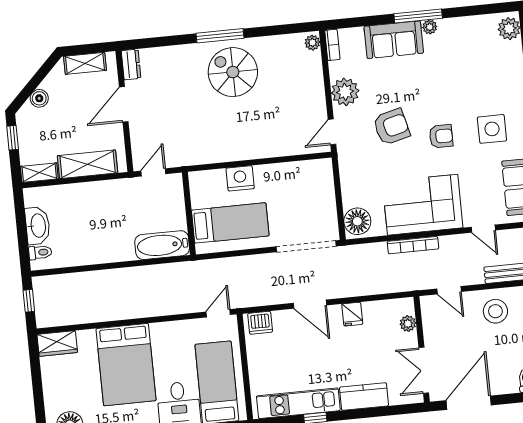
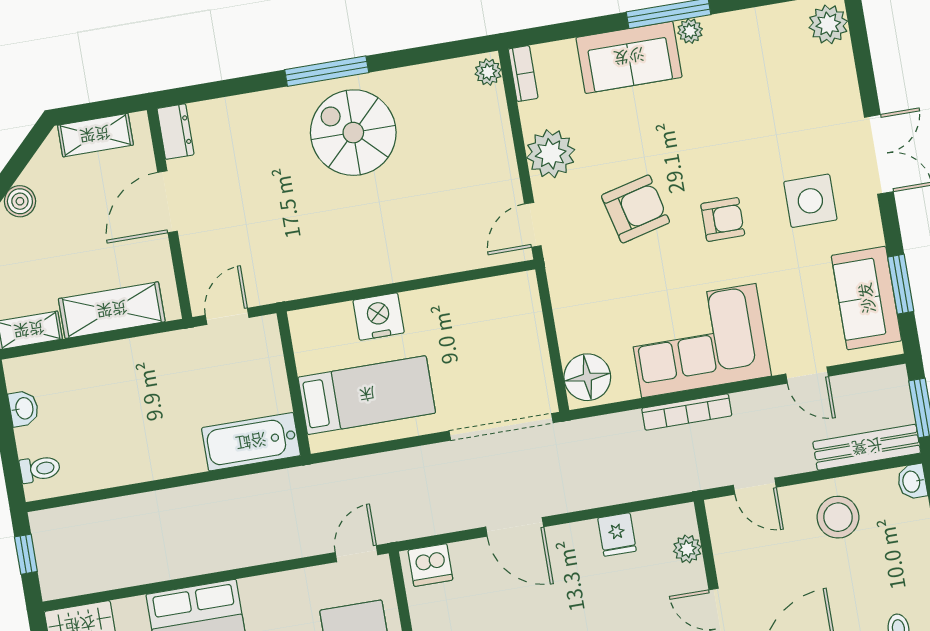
washbasin: (38, 226) -> (24, 408), width x0.52, depth x0.69
fridge: (352, 314) -> (617, 534), moved

